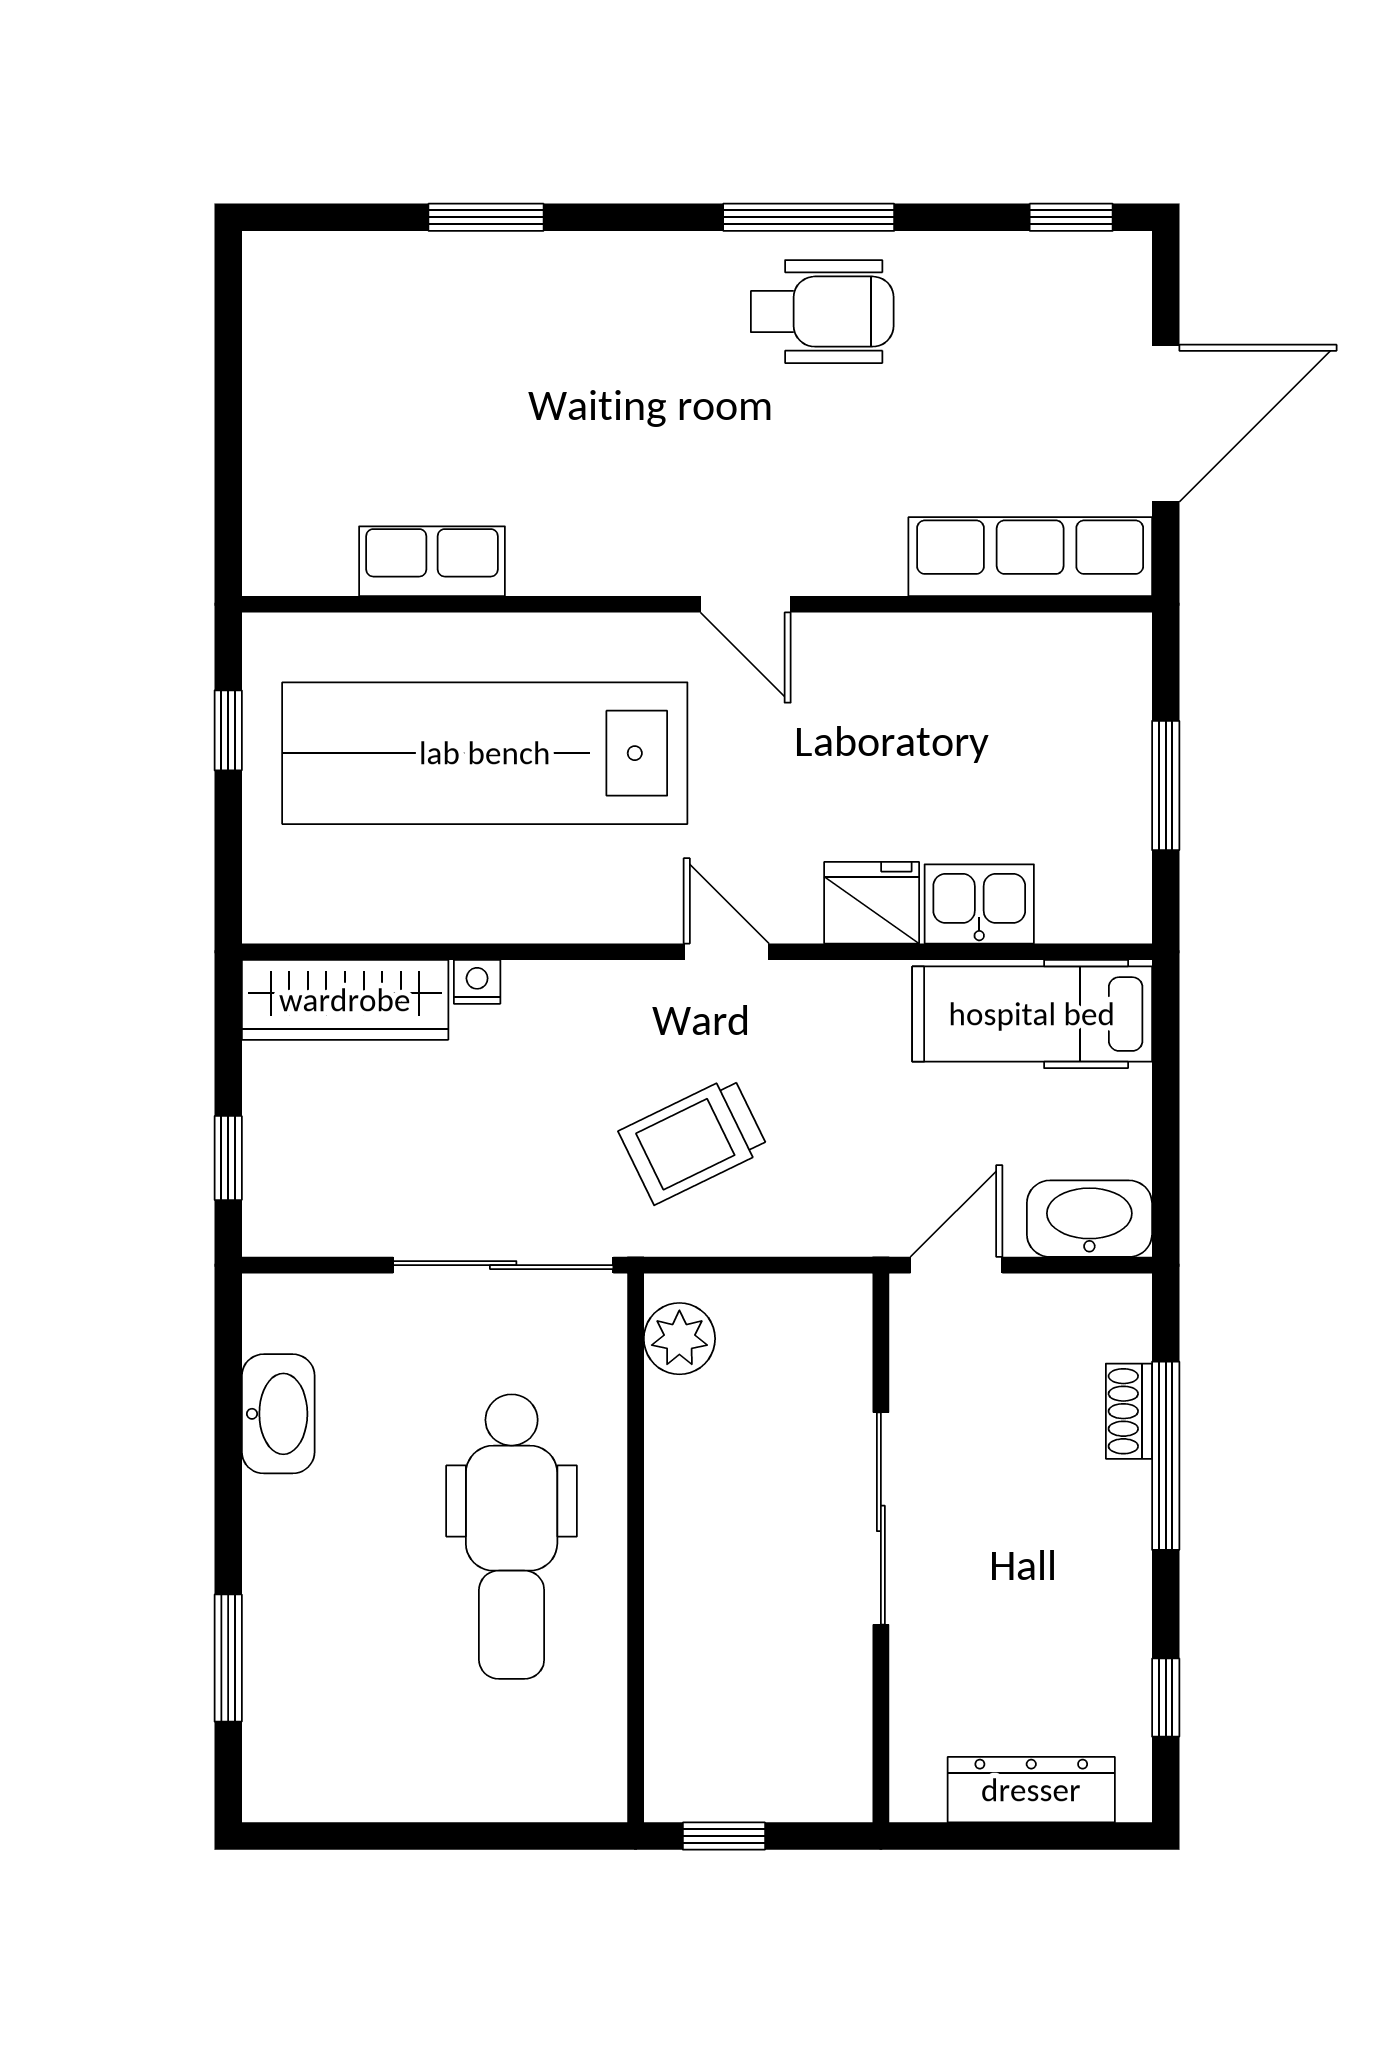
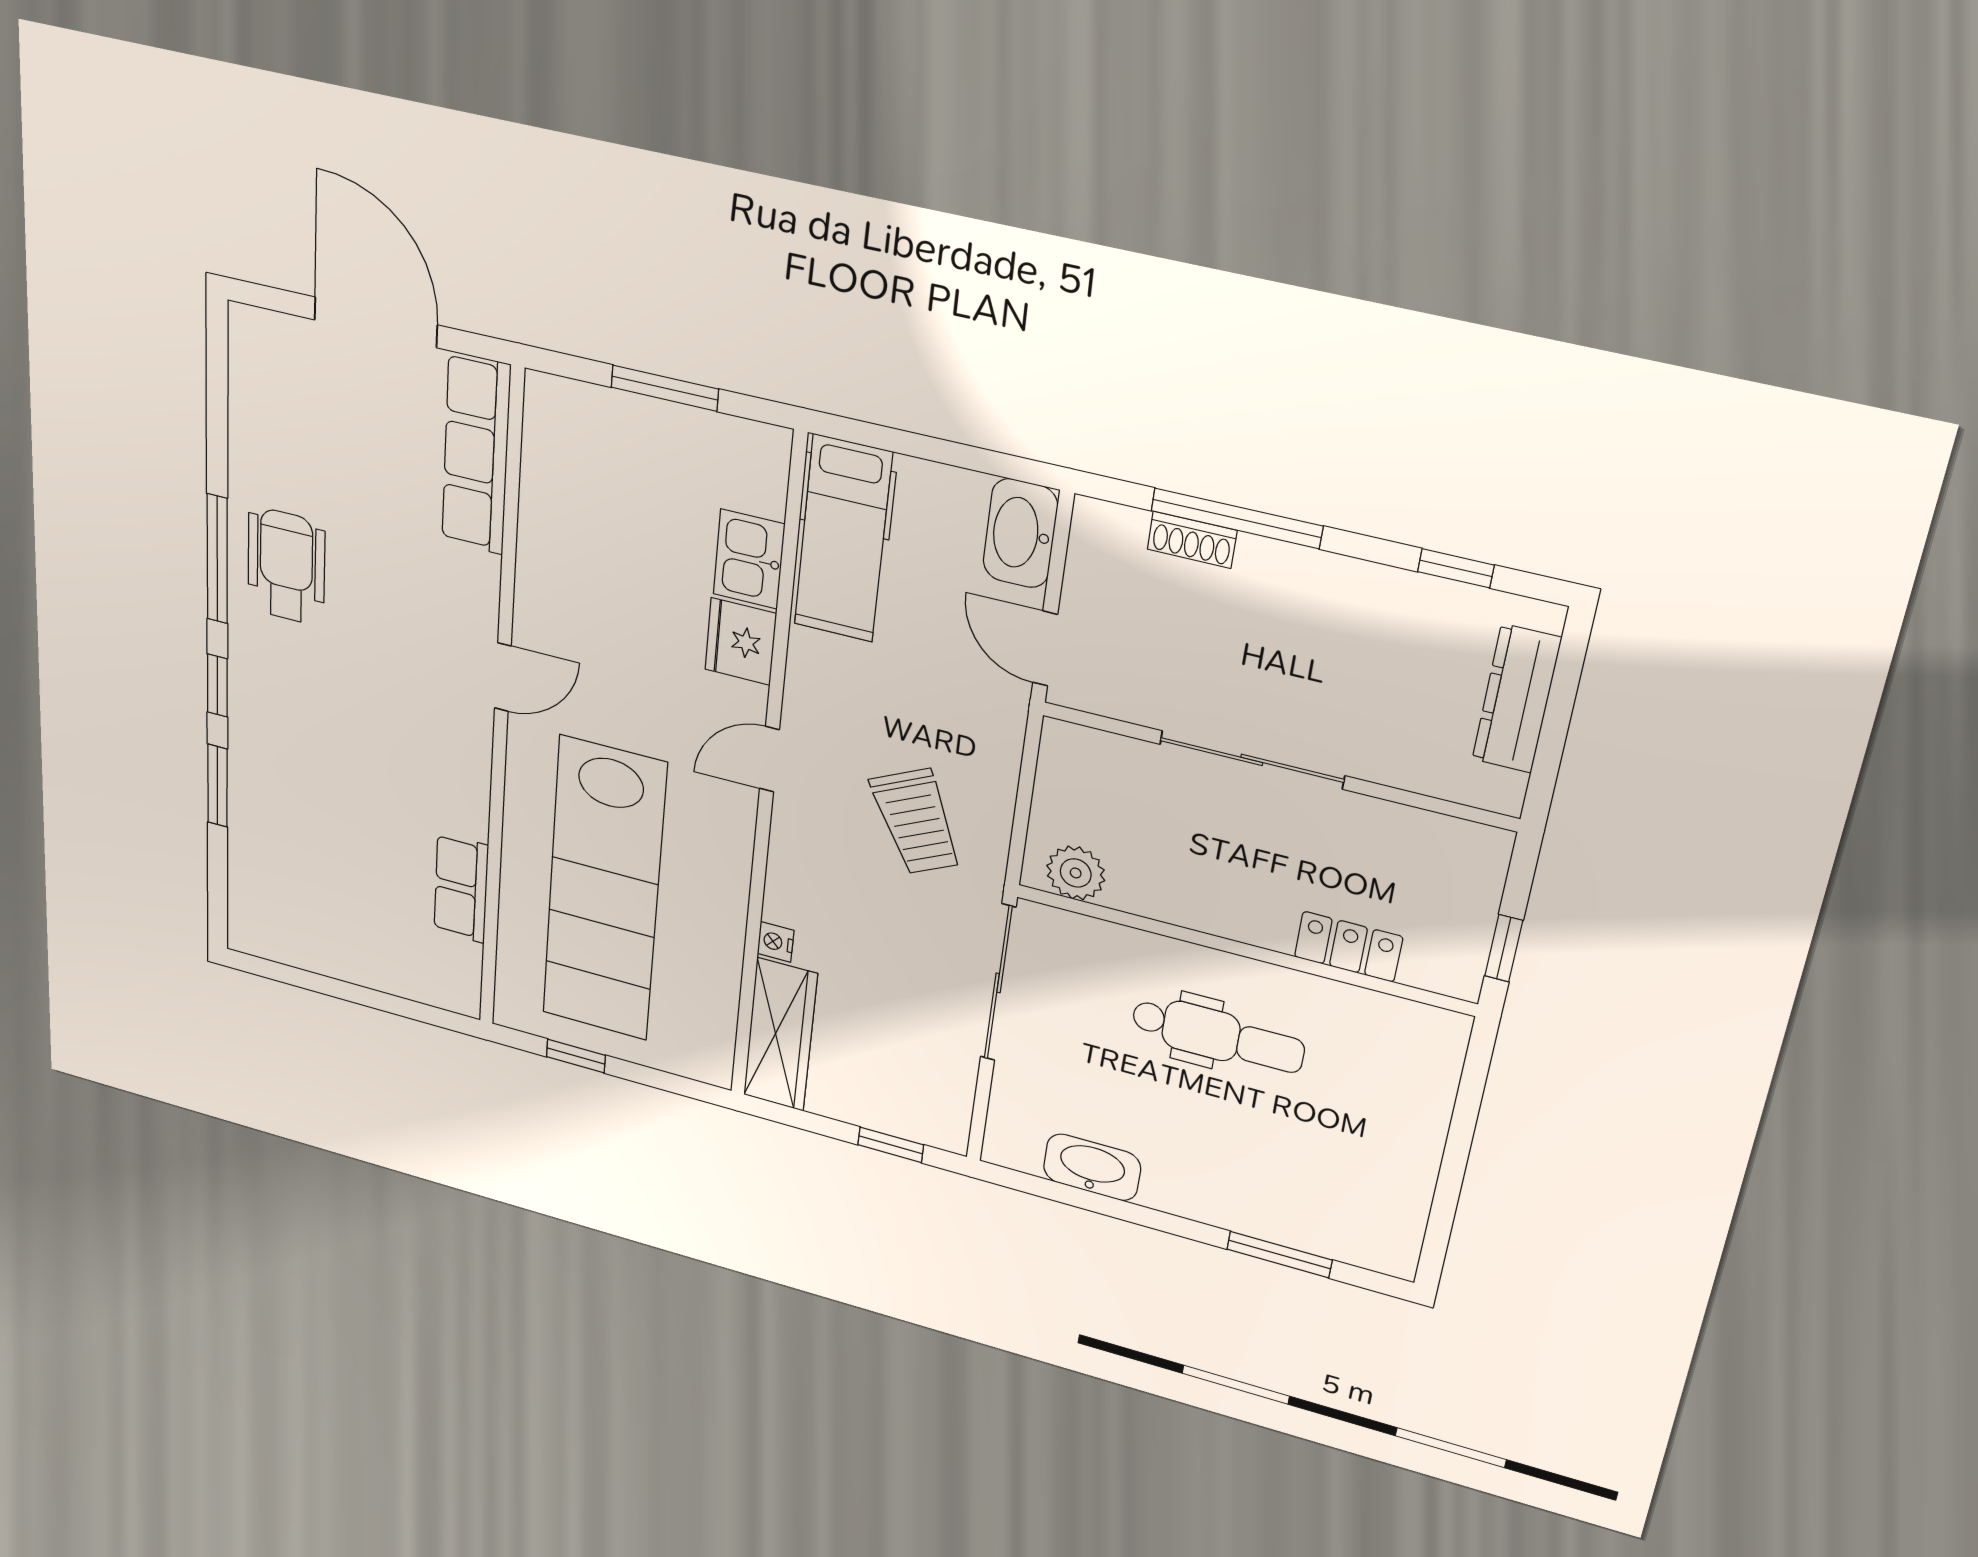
window: (1071, 217) -> (217, 686), moved
dental chair: (512, 1537) -> (1218, 1036), width x0.73, depth x0.72
locker: (675, 1666) -> (1348, 947), added

